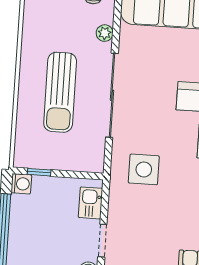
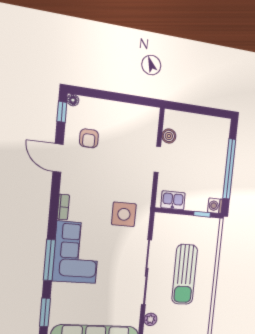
sun lounger: (60, 92) -> (185, 274), turned 180
kitchen sink: (91, 203) -> (173, 200), moved, turned -90

